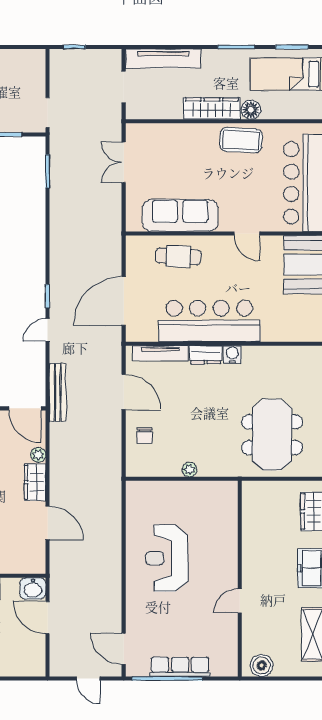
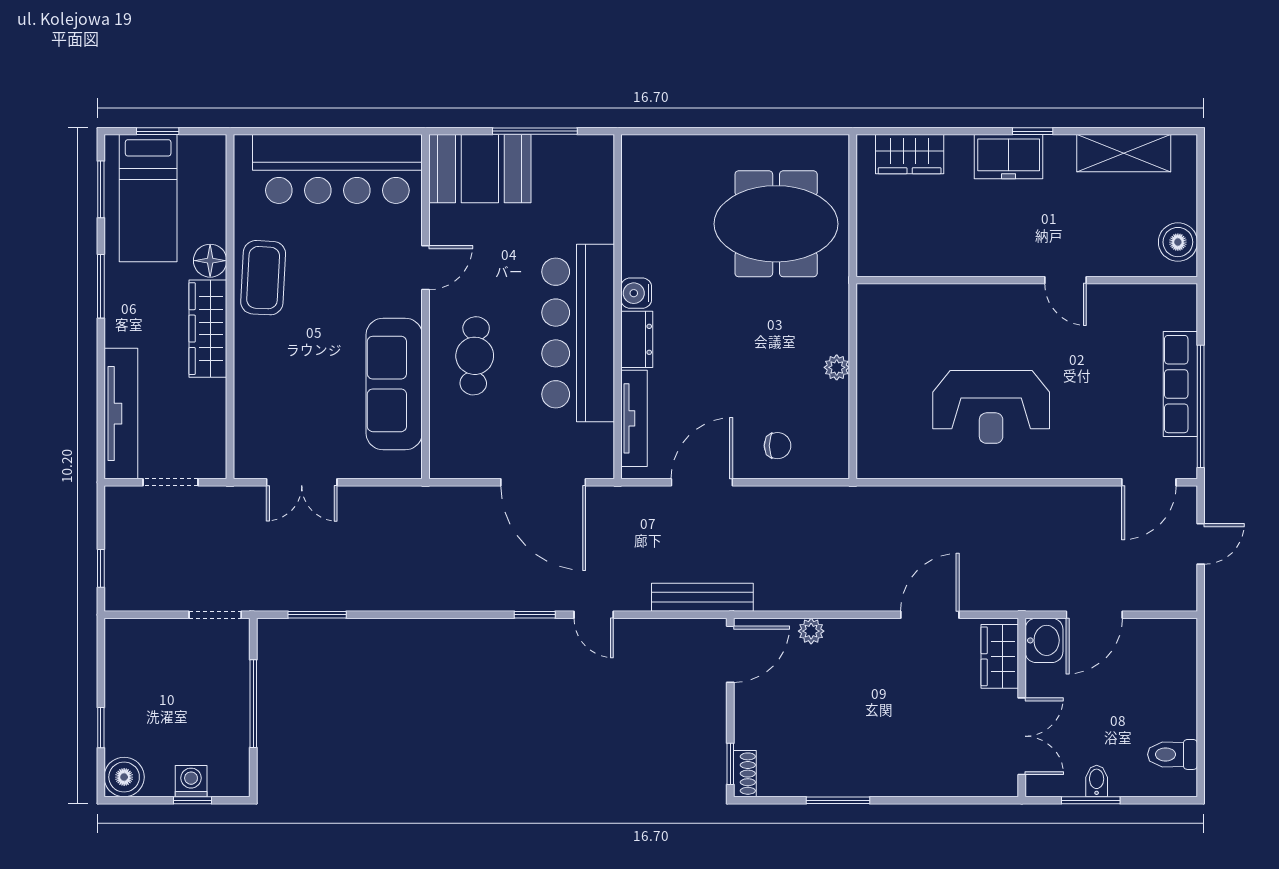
cafe table: (178, 256) -> (475, 356), moved
wardrobe: (35, 482) -> (1000, 656), moved, turned 90

